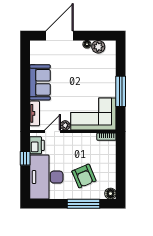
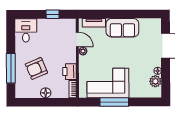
corner sofa: (93, 114) -> (108, 83), moved, turned -90
printer: (37, 145) -> (70, 72), moved, turned 90
desk: (46, 177) -> (26, 30), width x0.53, depth x0.77
floor lamp: (110, 194) -> (46, 93), moved

